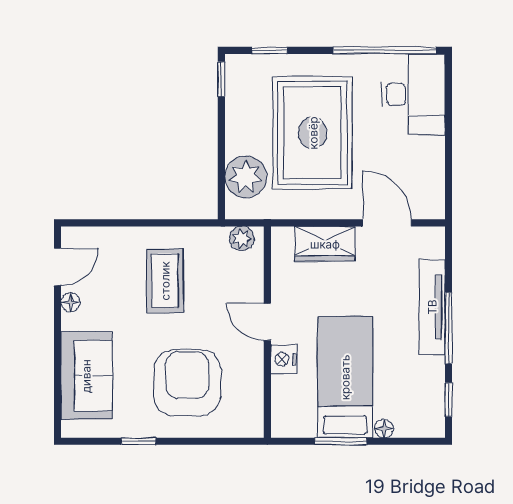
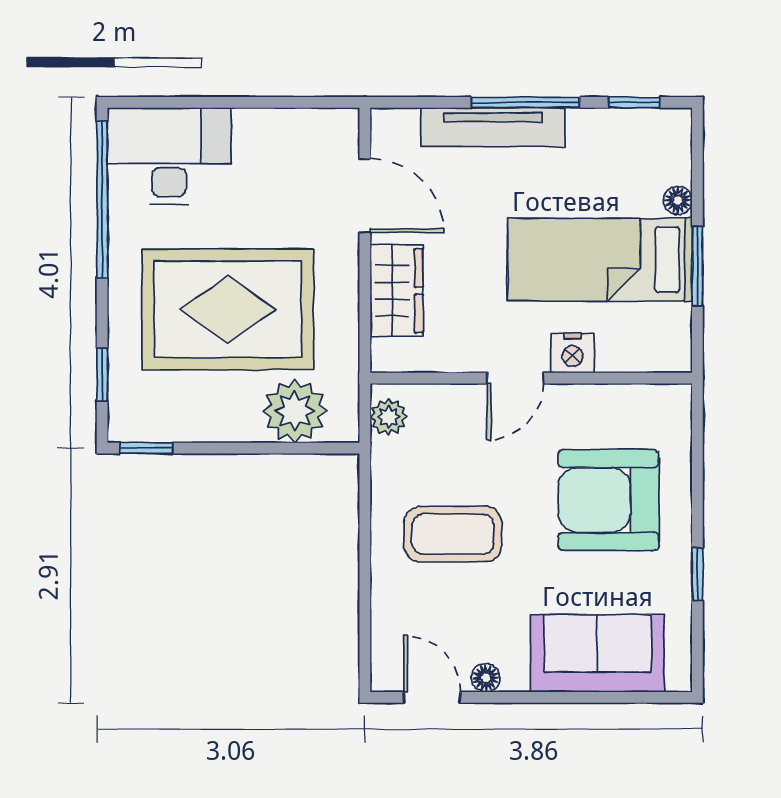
door: (387, 223) -> (365, 196), swing flipped

